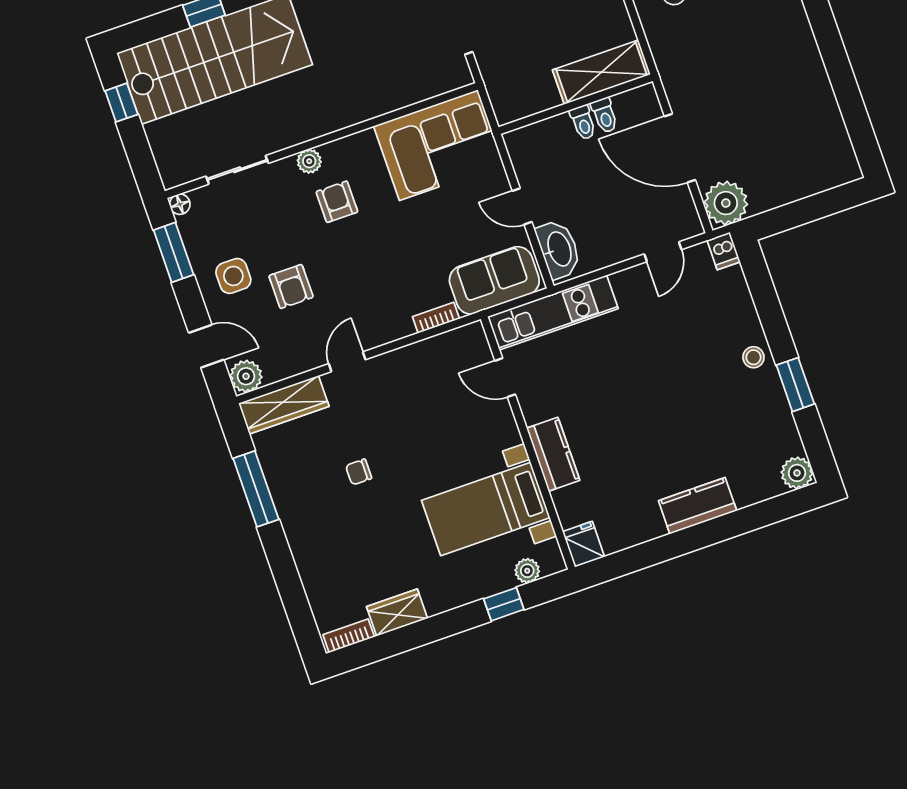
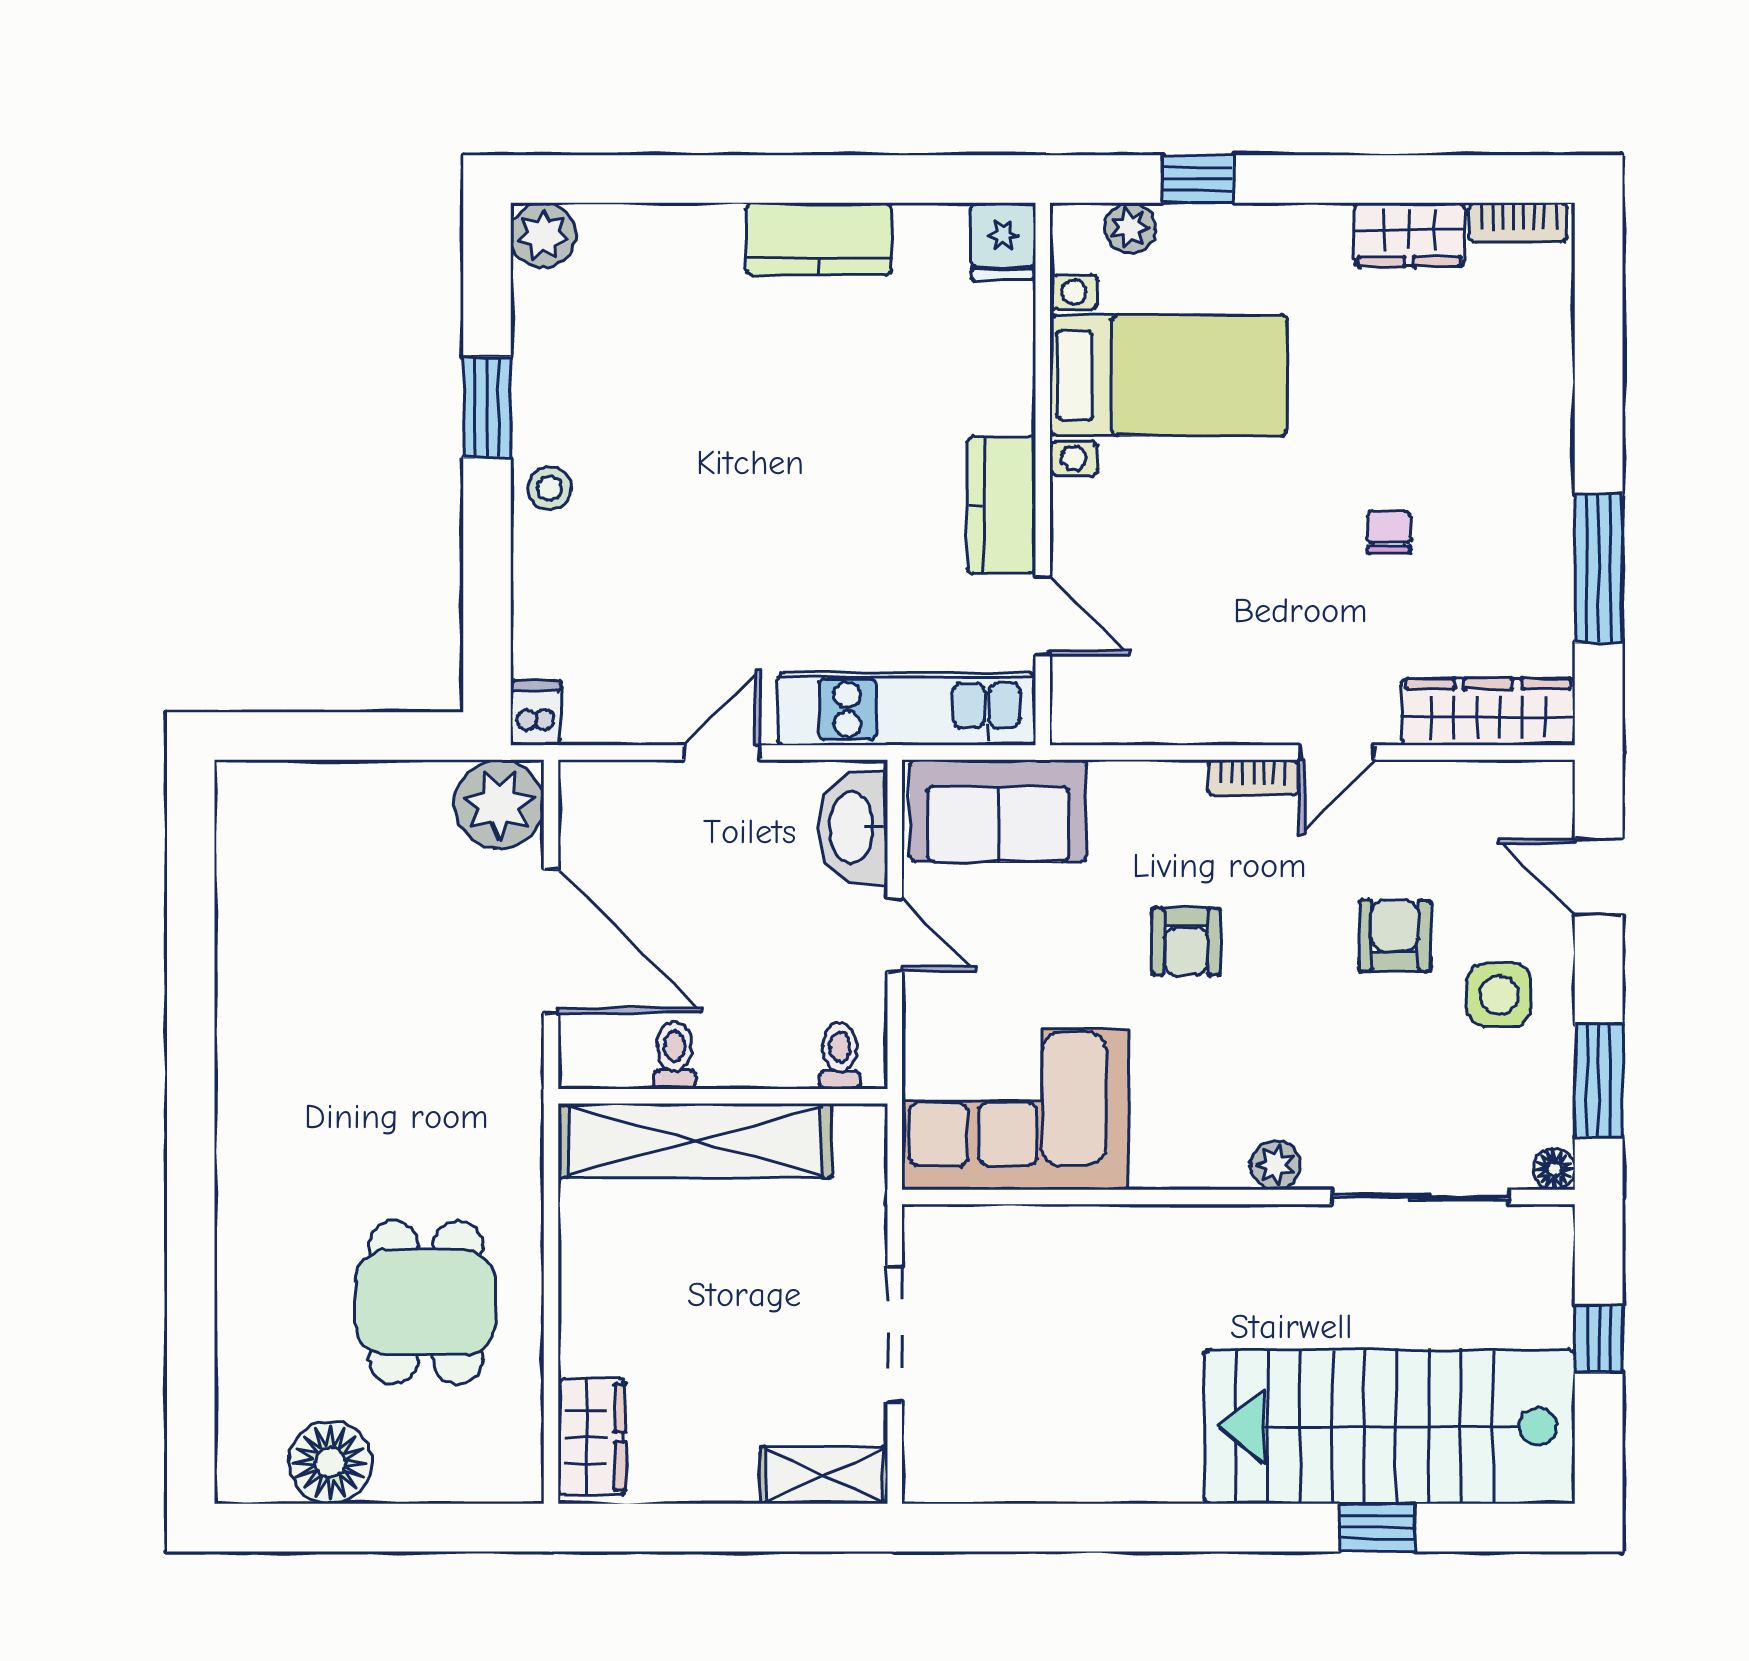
shelving: (601, 72) -> (695, 1141), width x1.47
window: (121, 103) -> (1599, 1339), moved
toilet: (583, 122) -> (840, 1056), moved
sliding door: (237, 170) -> (1420, 1197), width x1.37
armchair: (337, 202) -> (1186, 942), moved
door: (663, 252) -> (722, 753), moved
bookcase: (436, 318) -> (1253, 778), moved
plant: (246, 376) -> (1542, 793), removed
kitchen counter: (553, 454) -> (1002, 505), moved
chair: (359, 472) -> (1389, 532), turned -90
kitchen counter: (698, 506) -> (819, 239), moved

